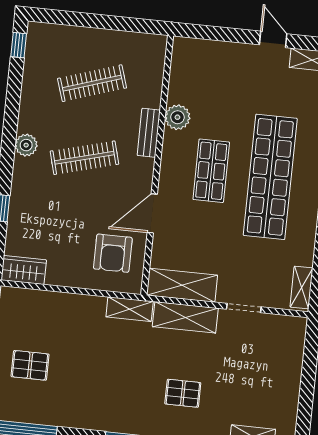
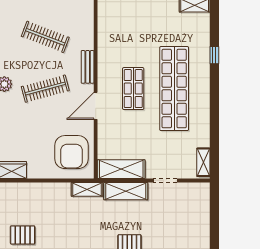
clothes rail: (92, 83) -> (45, 37), turned 39
plant: (177, 117) -> (106, 54), removed
door: (152, 213) -> (96, 106), moved
armchair: (113, 253) -> (71, 152), width x1.36, depth x1.36

